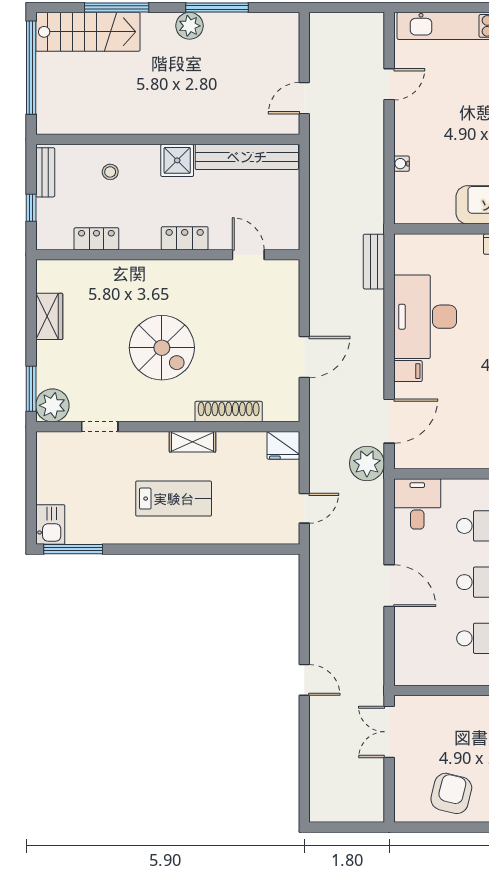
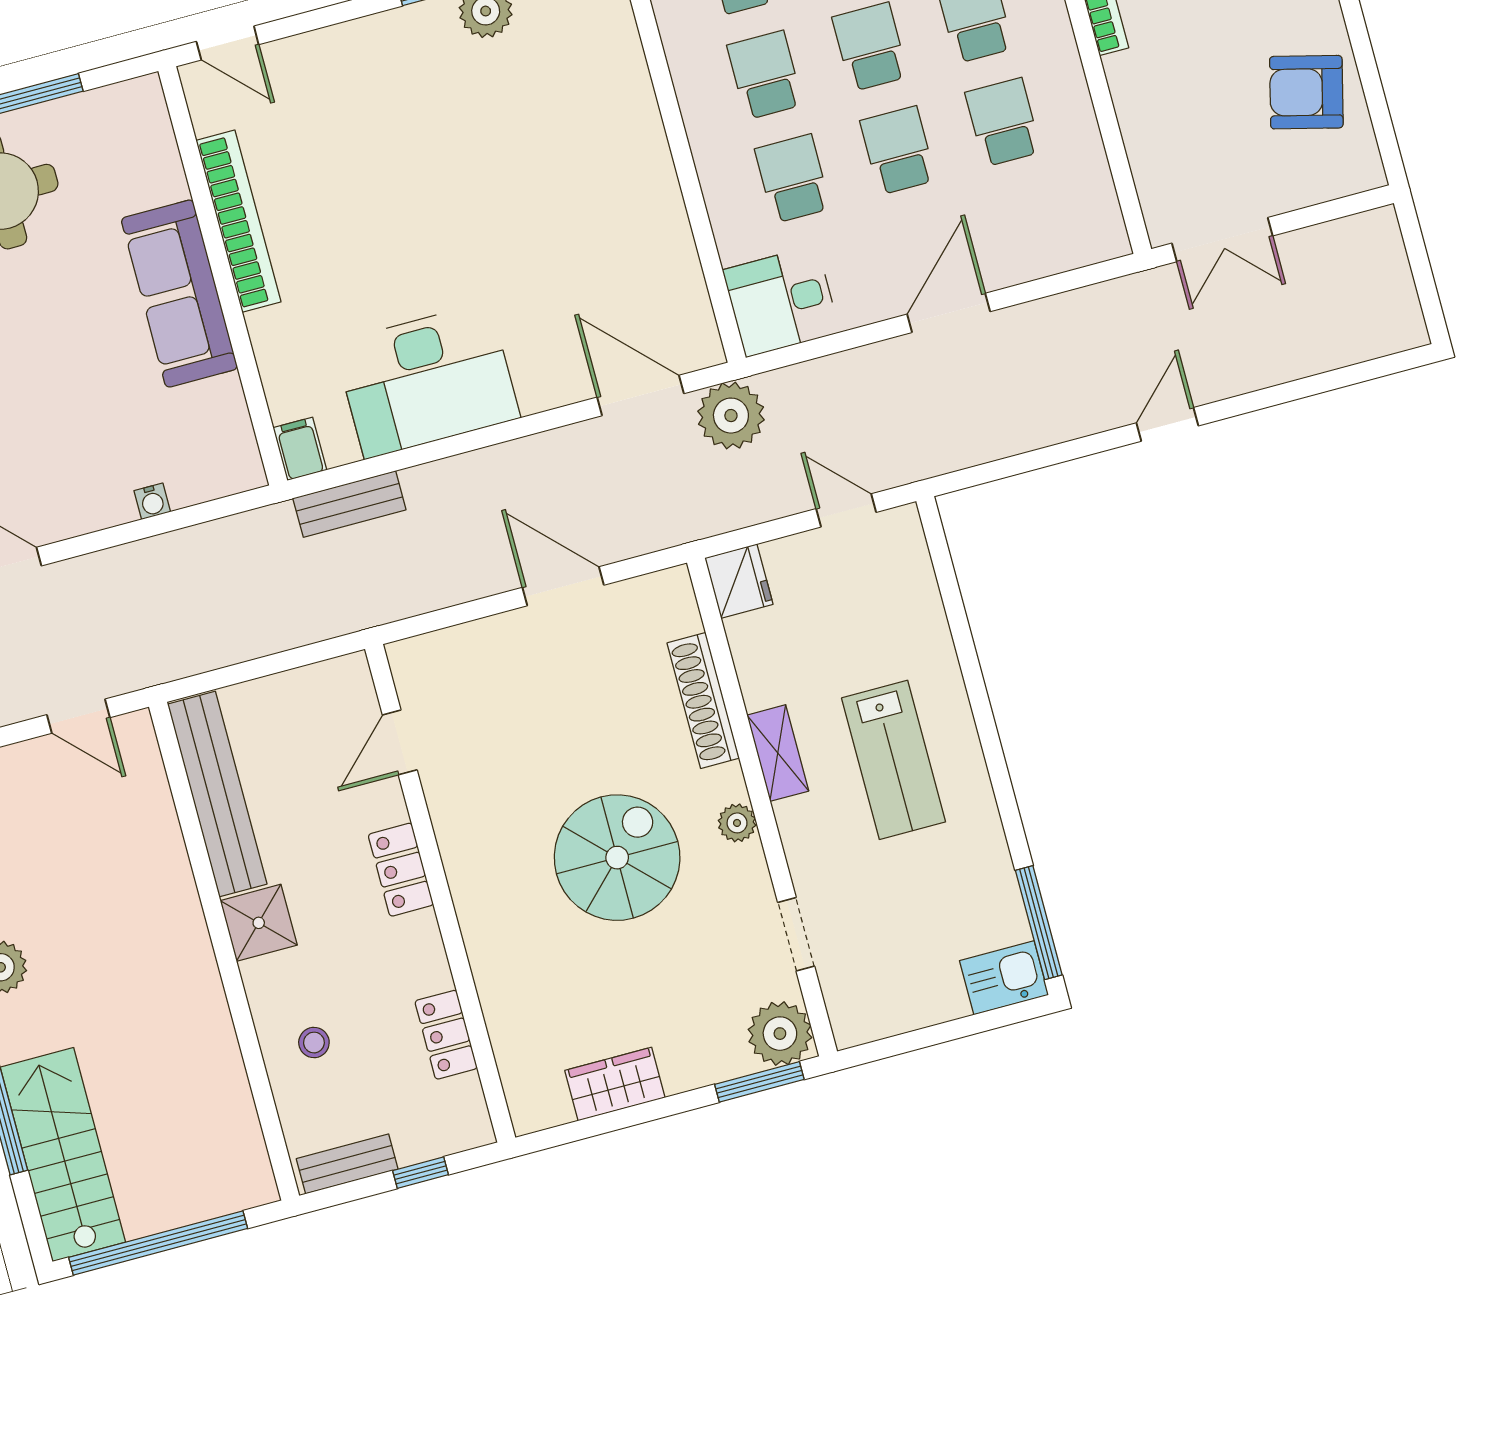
filing cabinet: (408, 371) -> (300, 449), moved
plant: (163, 412) -> (737, 823), added
lab bench: (174, 499) -> (894, 760), turned 180

